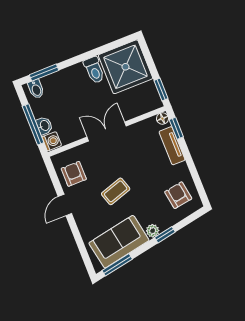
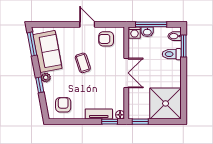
toilet: (94, 70) -> (172, 54), moved
armchair: (74, 174) -> (106, 39), turned 180
armchair: (178, 195) -> (63, 105), turned -81

